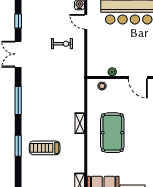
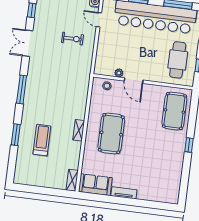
door: (138, 77) -> (134, 81), moved
shelving: (80, 123) -> (79, 130), moved
treadmill: (45, 148) -> (42, 140), turned 90

